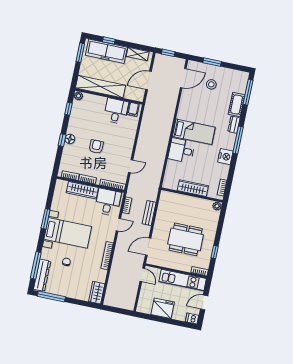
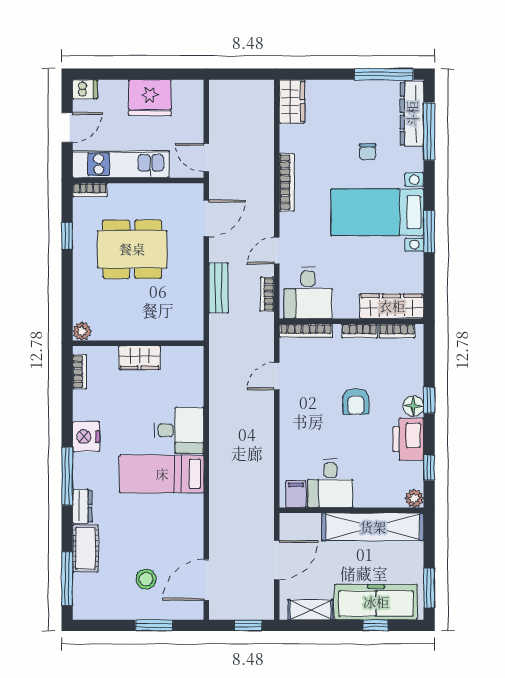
printer: (75, 124) -> (408, 439), added
wardrobe: (193, 188) -> (139, 358), width x0.67
wardrobe: (82, 190) -> (392, 306), moved

